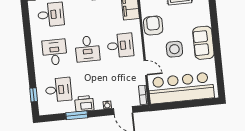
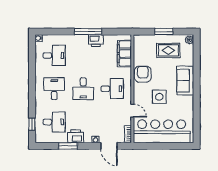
sofa: (203, 43) -> (185, 81), moved

